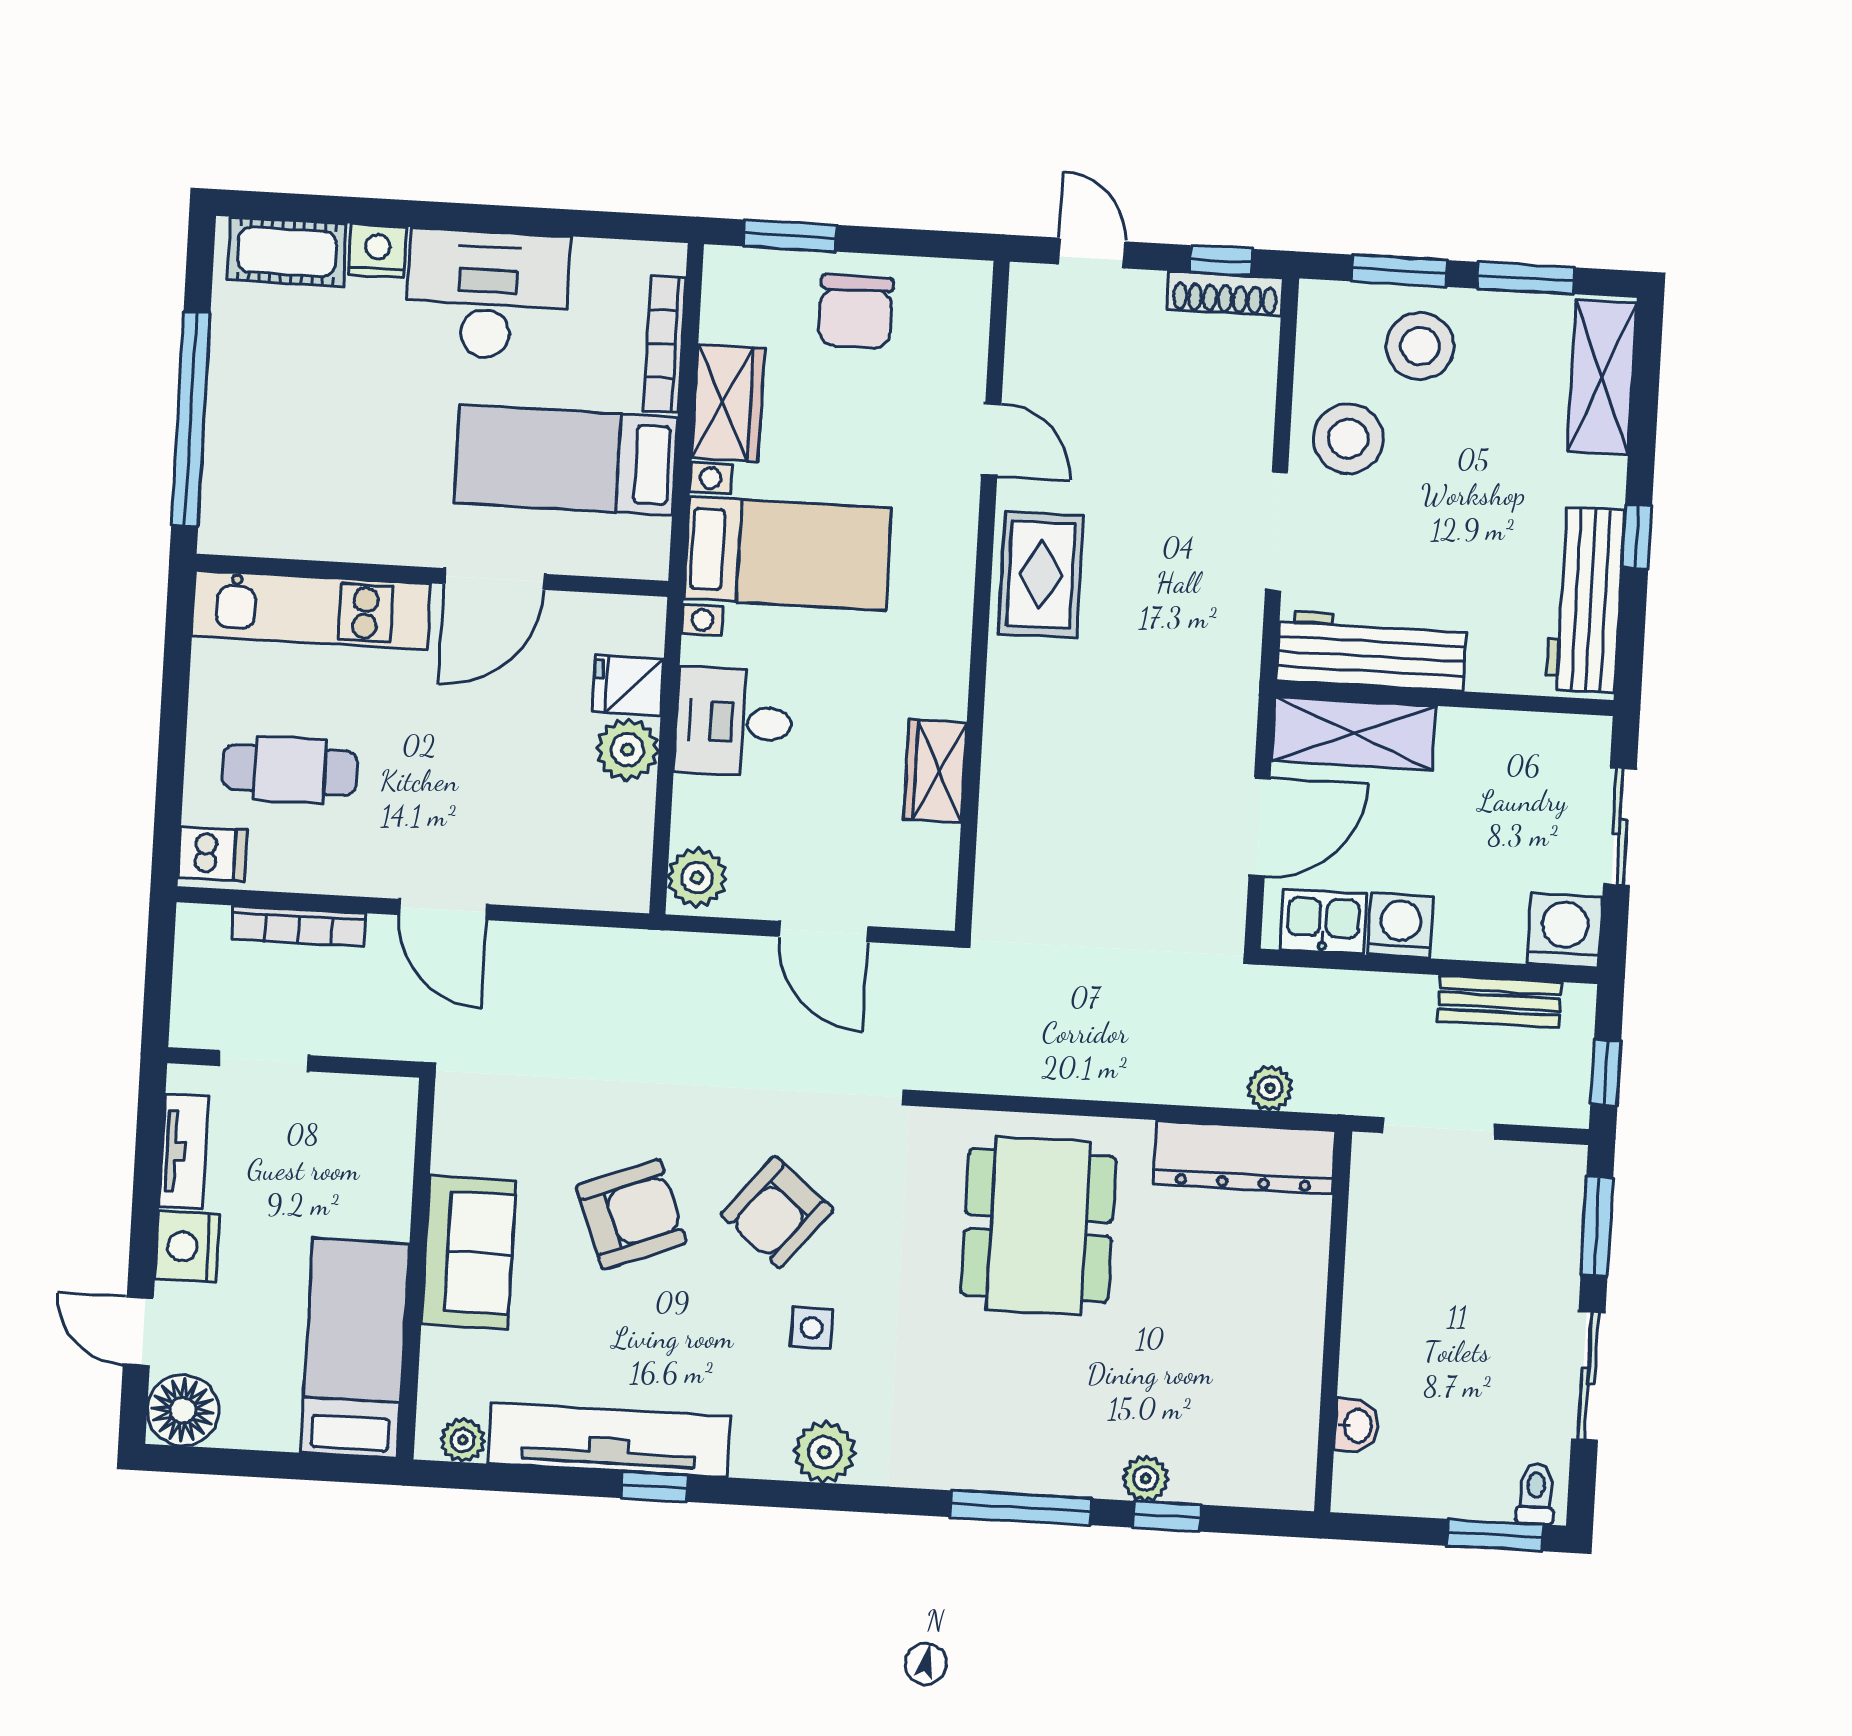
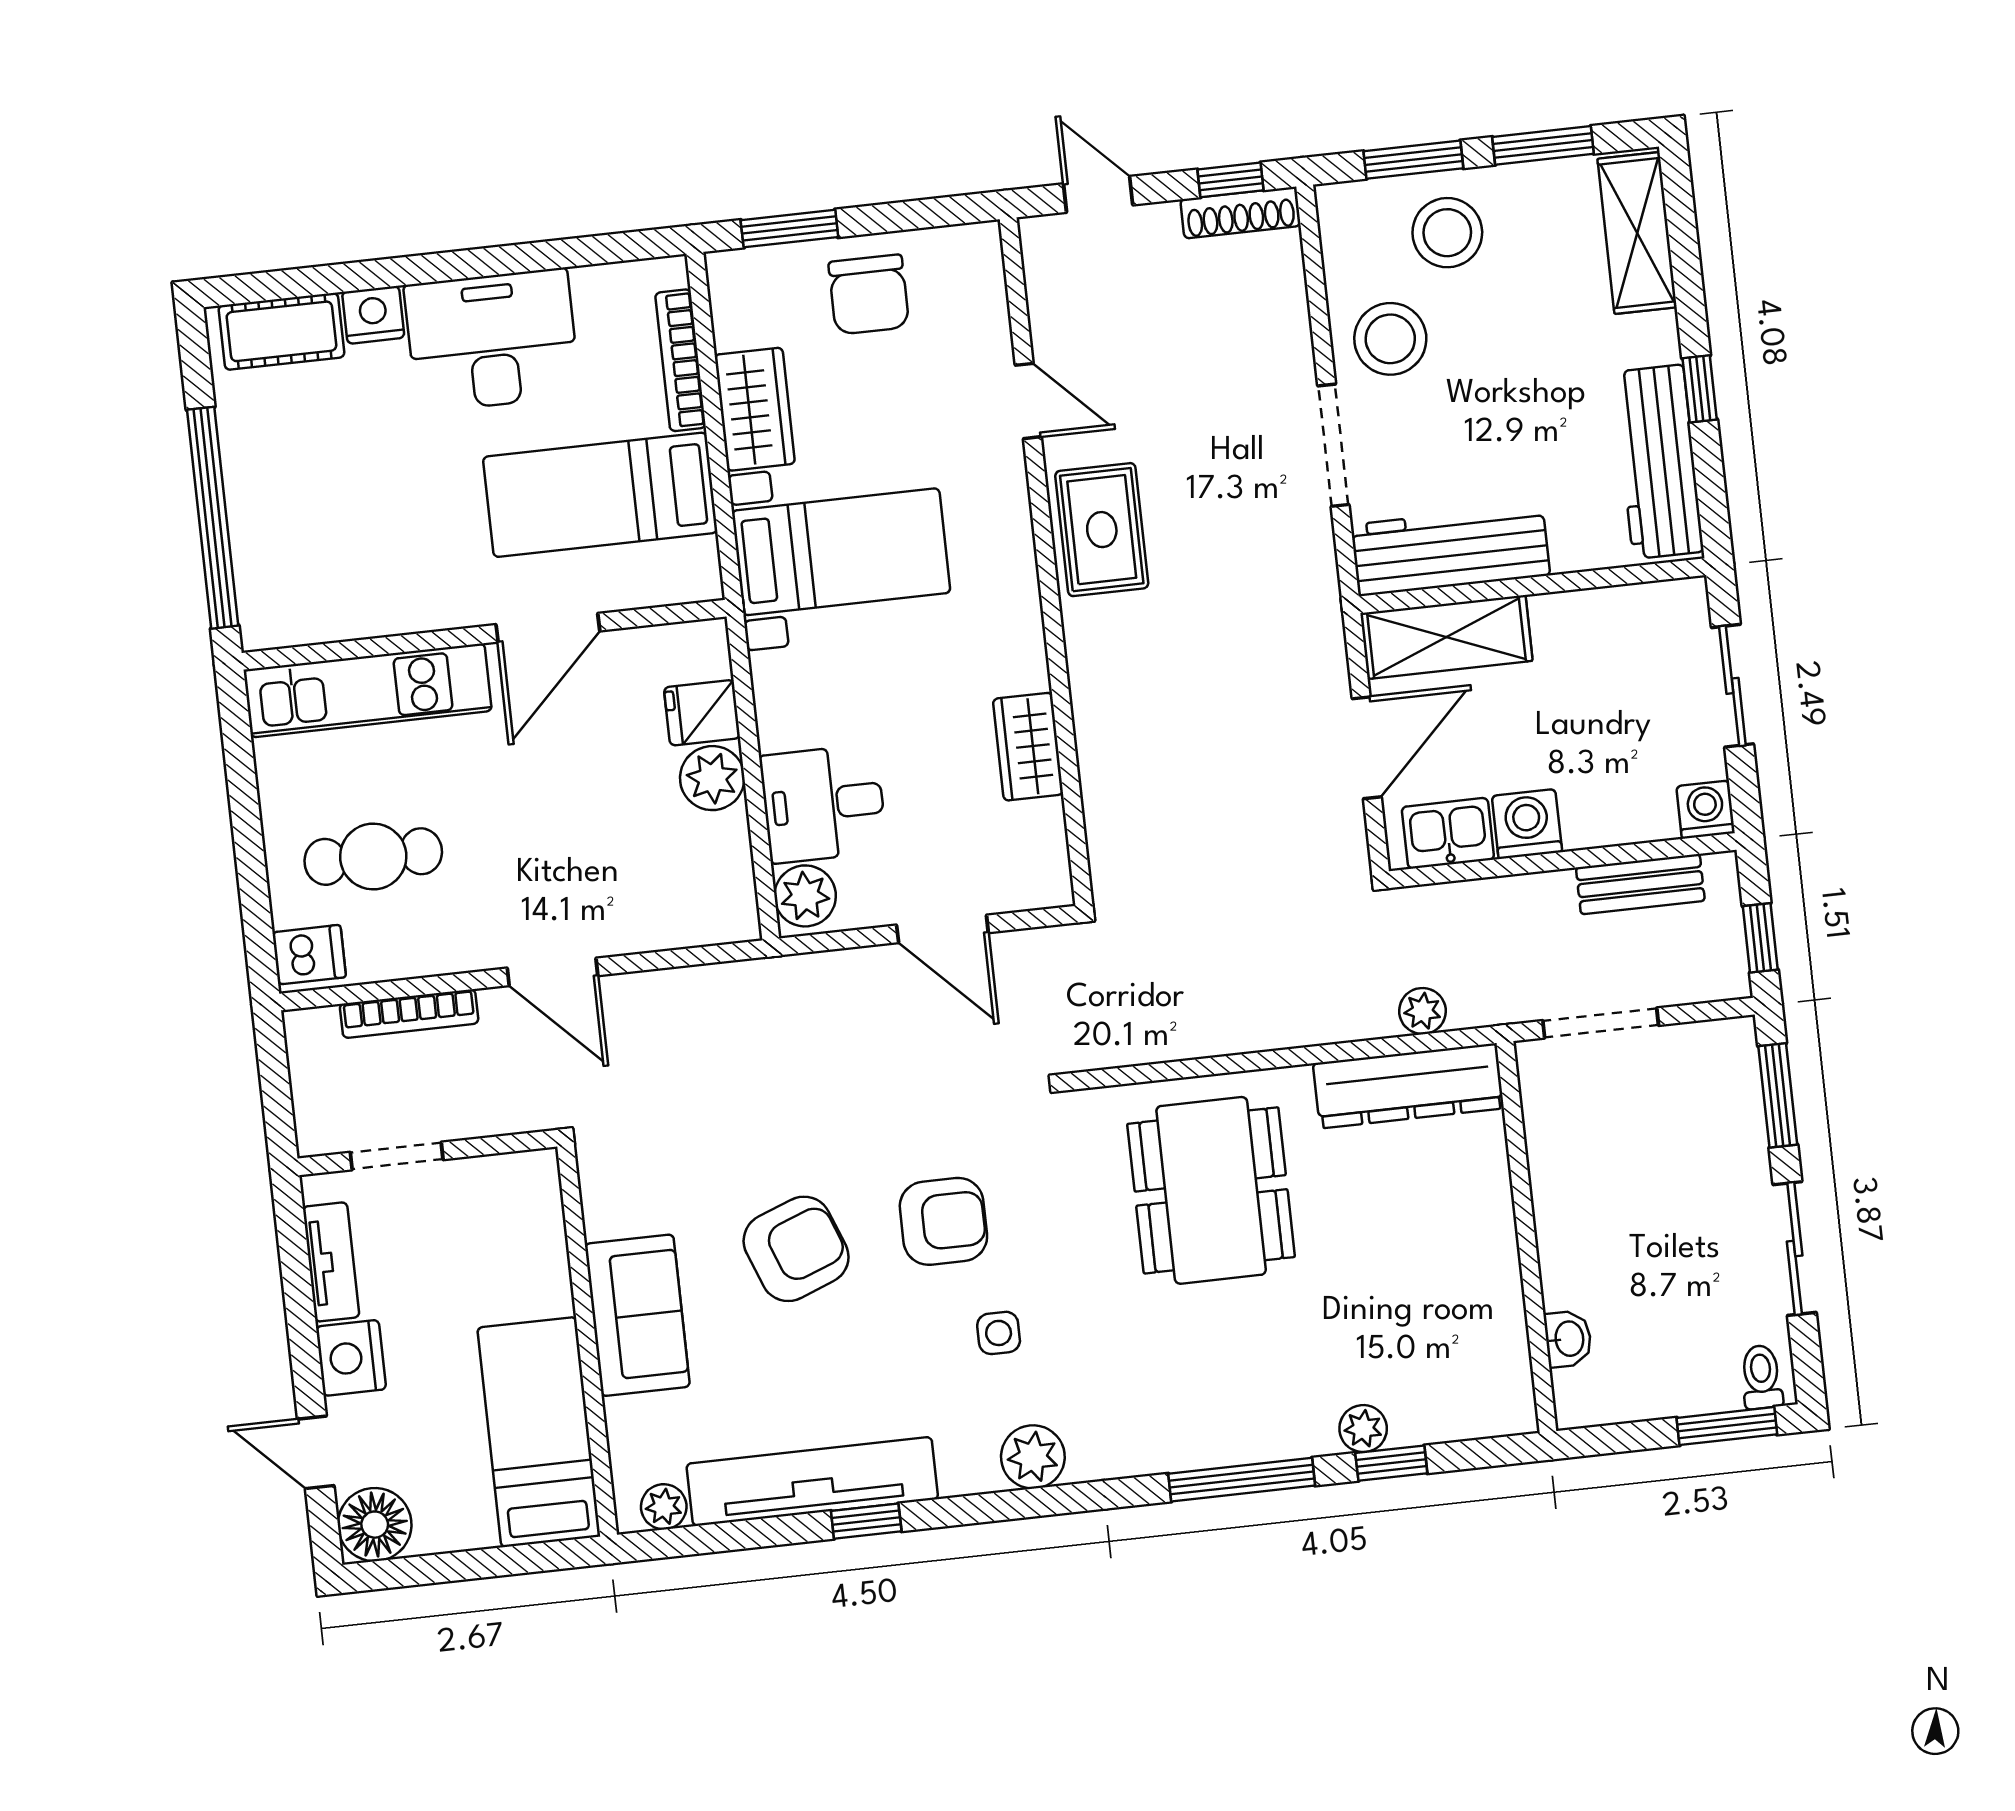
desk: (734, 722) -> (823, 804), moved
washing machine: (1565, 931) -> (1706, 810), width x0.73, depth x0.73
armchair: (777, 1212) -> (943, 1221), turned -129

